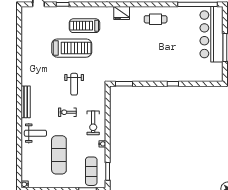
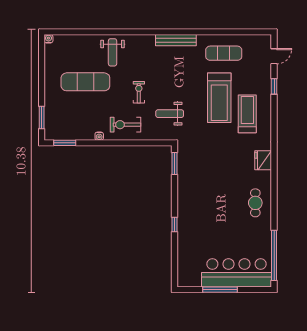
weight bench: (74, 84) -> (170, 114), moved
bench: (26, 102) -> (176, 40), moved
exercise mat: (91, 171) -> (224, 53), moved

